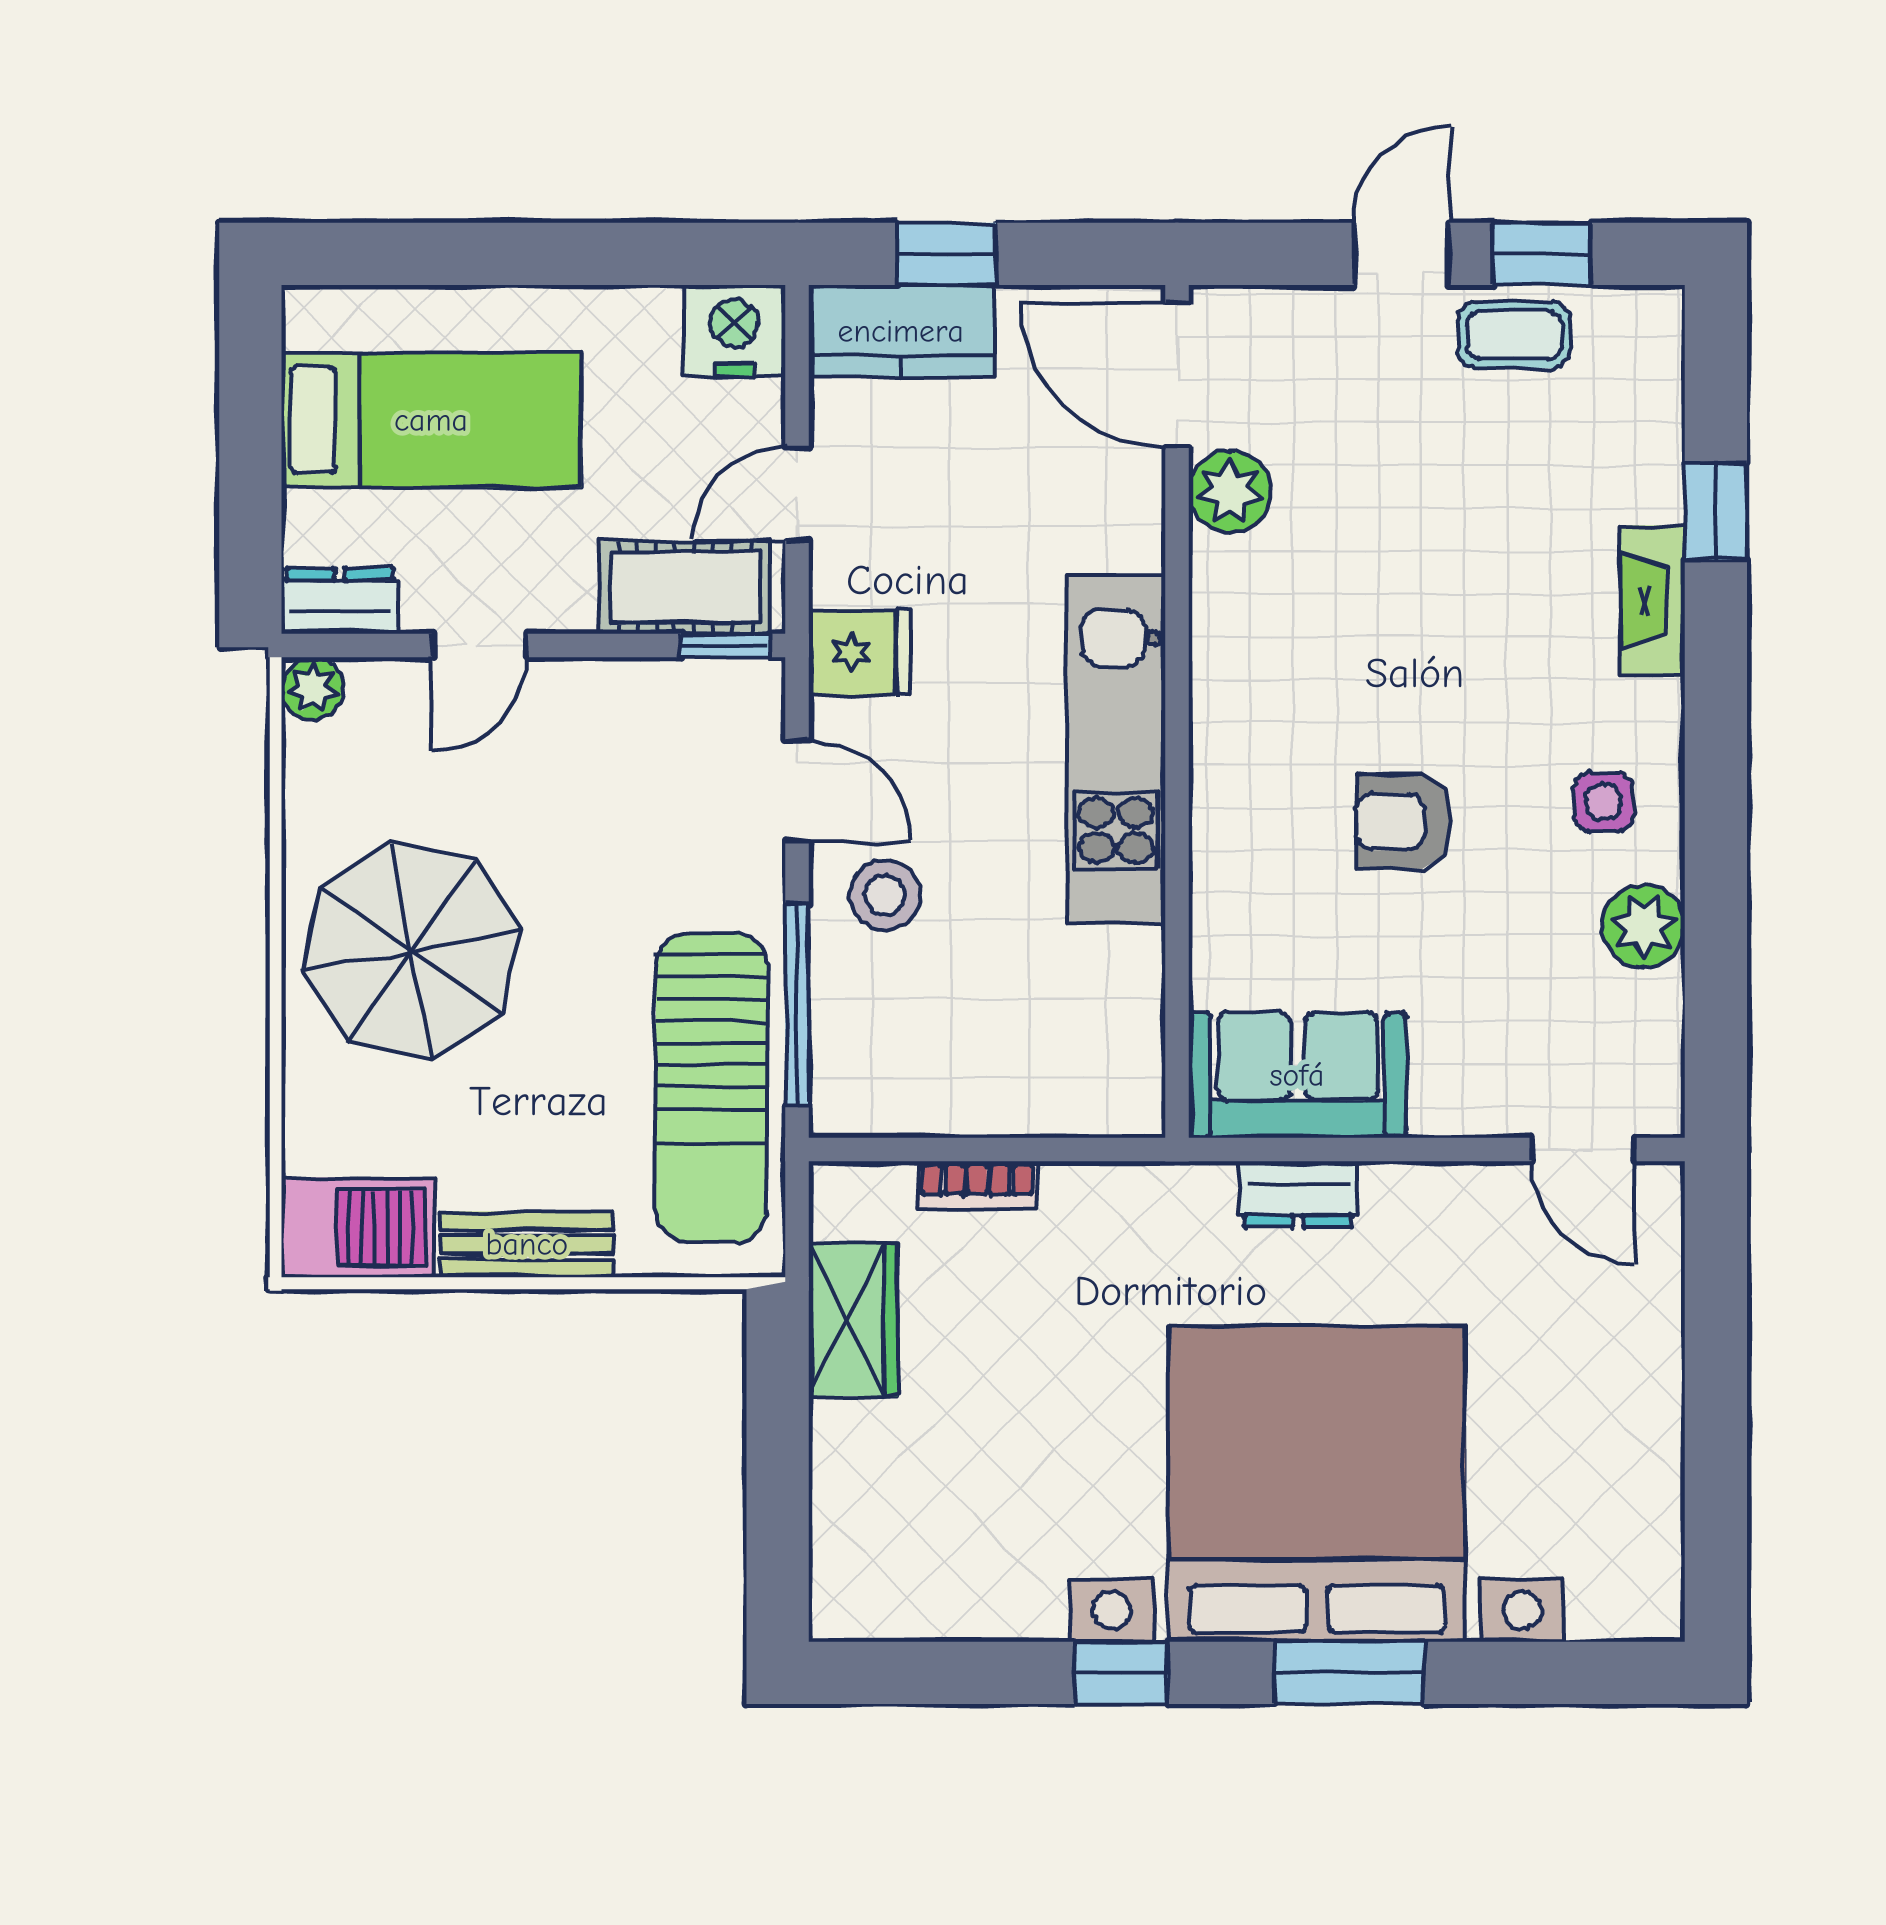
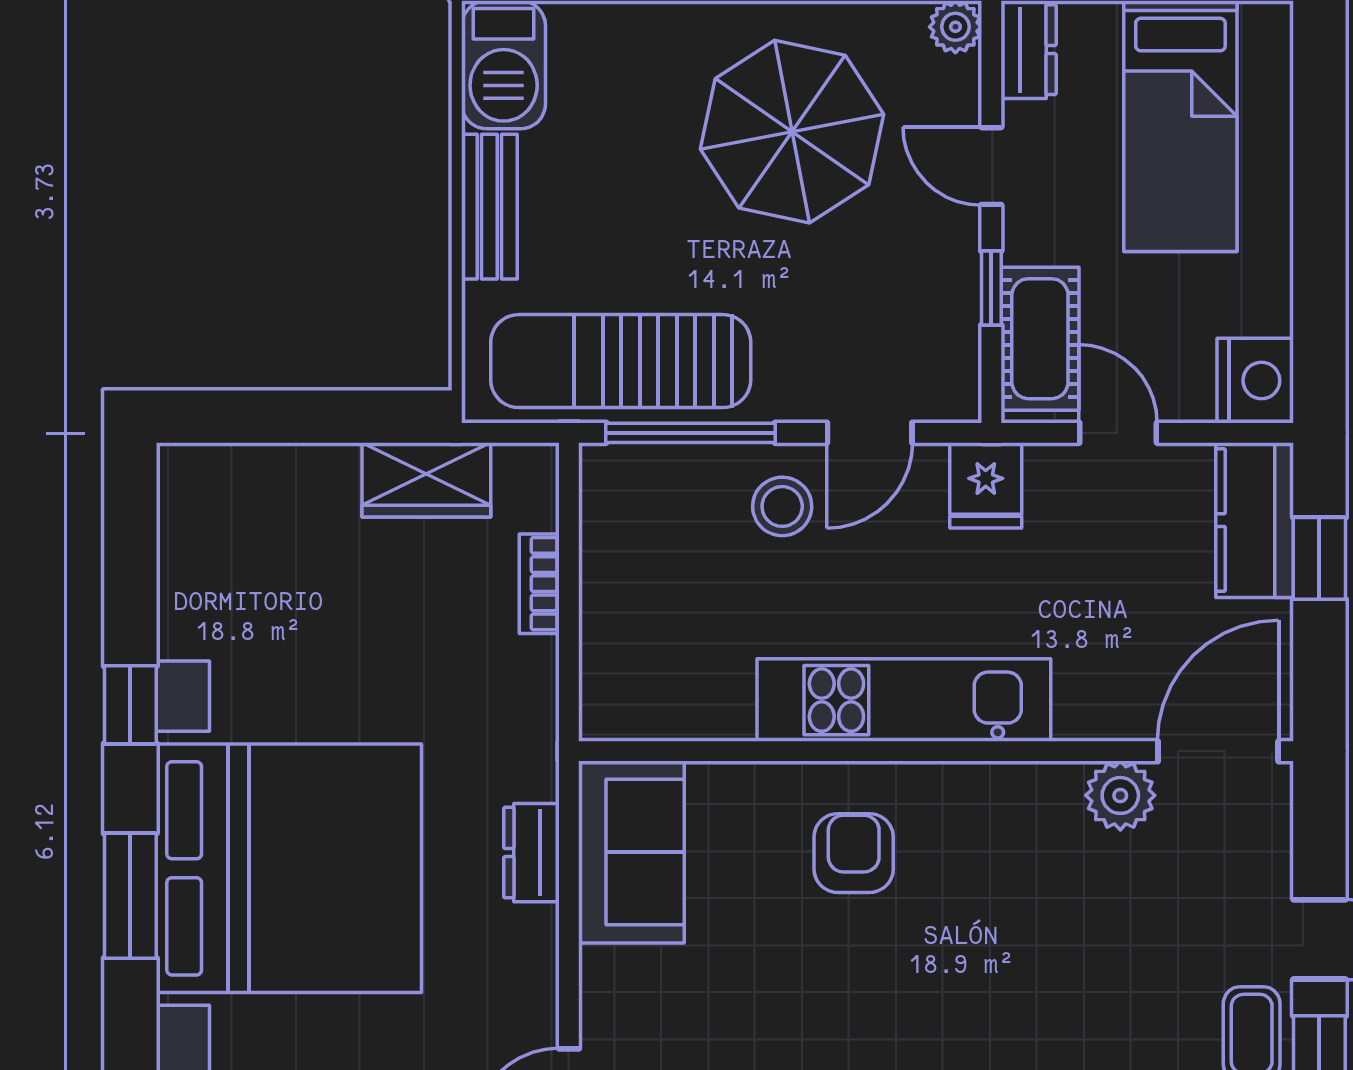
window: (725, 645) -> (991, 288), moved
armchair: (1403, 822) -> (854, 853), moved
parasol: (411, 951) -> (792, 132), moved

